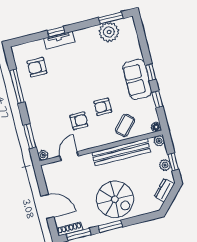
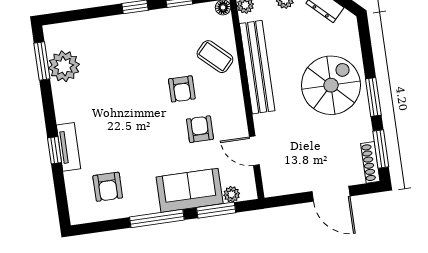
sofa: (137, 79) -> (190, 190), moved, turned 180
window: (17, 86) -> (157, 219), moved
plant: (43, 155) -> (232, 194), moved
door: (47, 206) -> (331, 194), swing flipped

